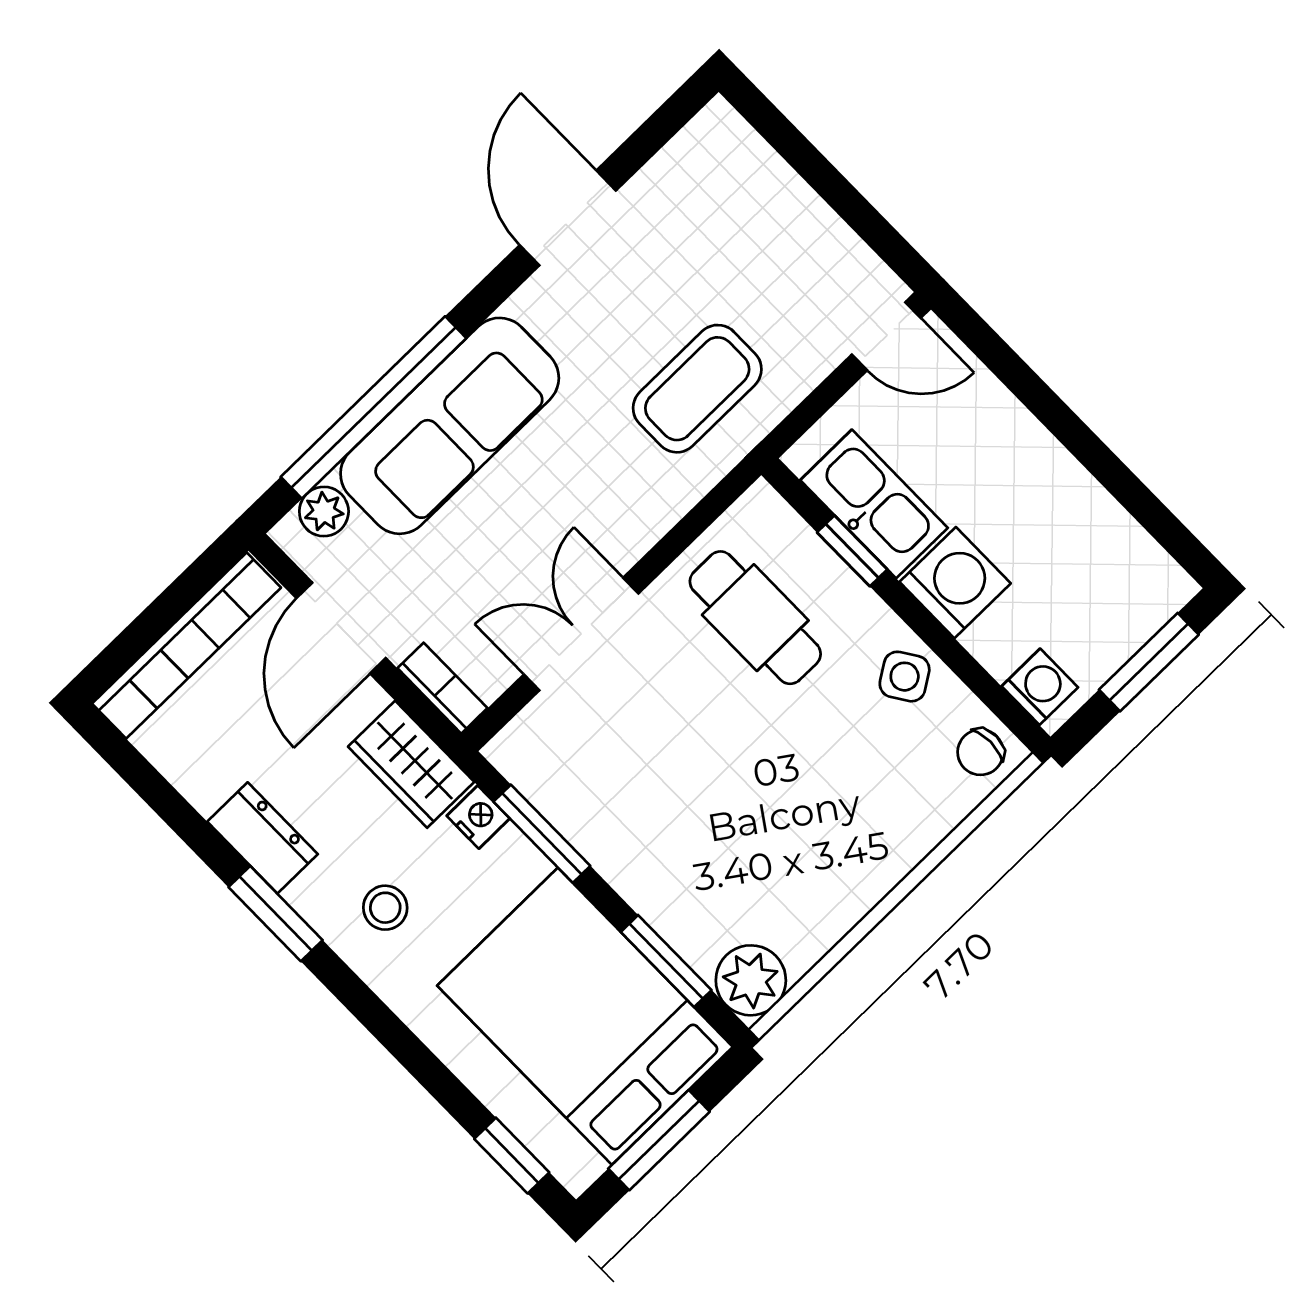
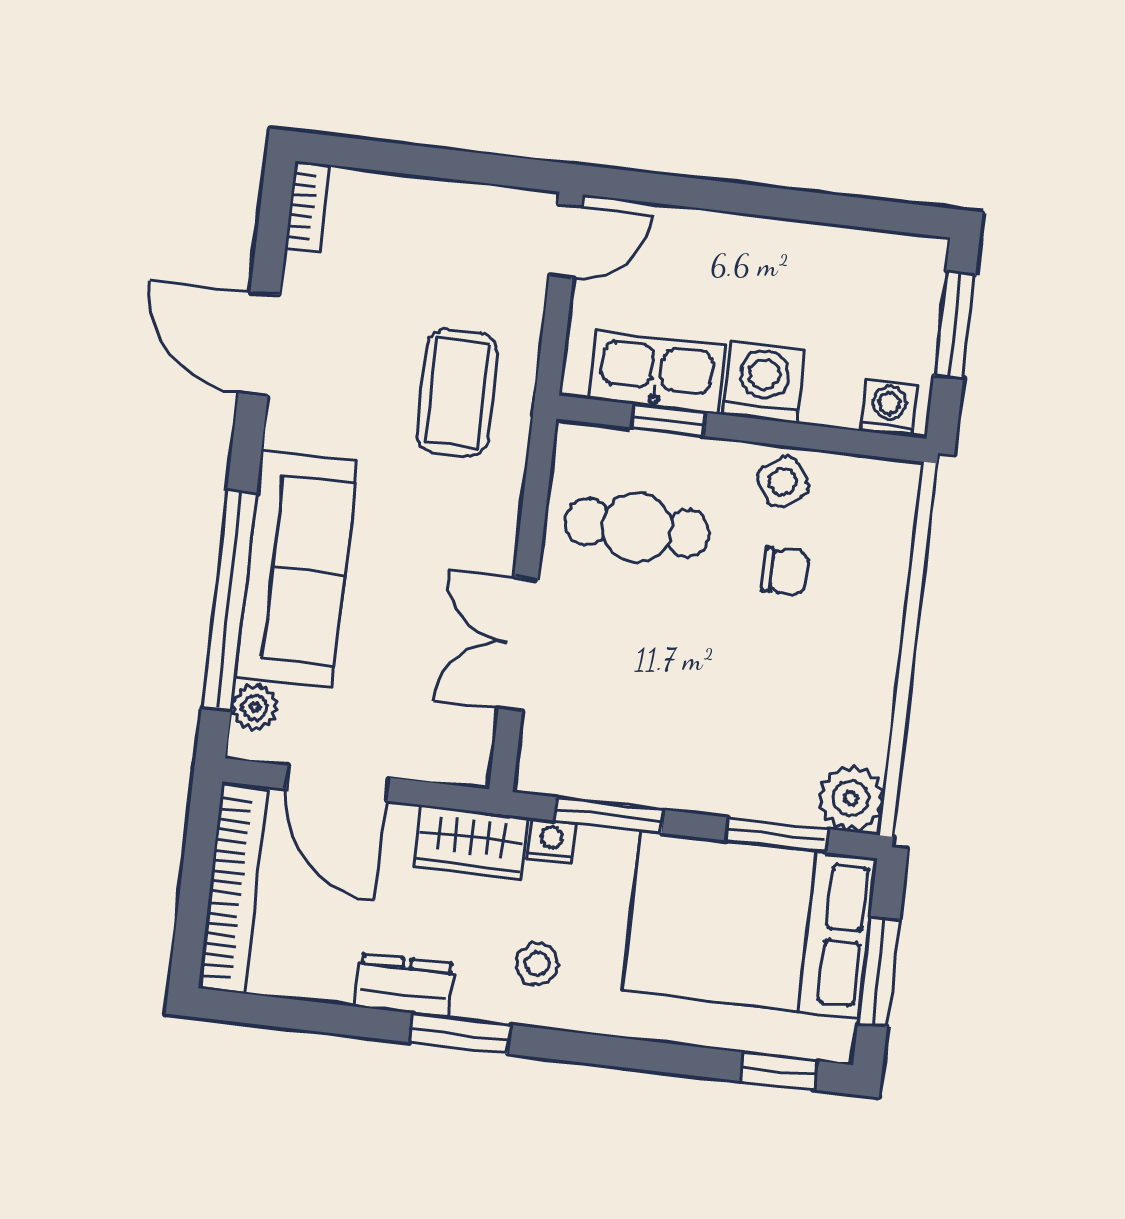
bookcase: (442, 688) -> (307, 206), moved, turned 90
chair: (980, 752) -> (785, 572), moved, turned -90

